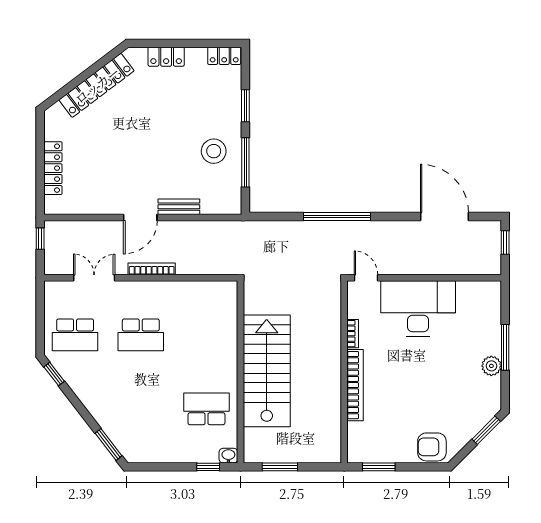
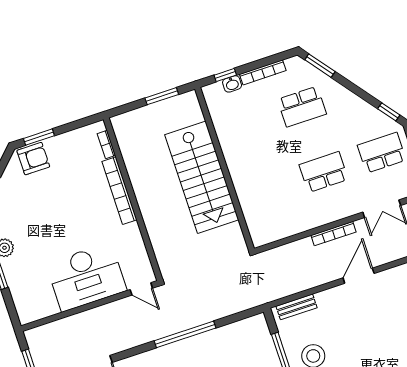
bench: (179, 207) -> (297, 307), moved
bookcase: (353, 334) -> (106, 144), moved
school desk: (206, 409) -> (302, 107), moved
washbasin: (228, 456) -> (232, 84), moved
bookcase: (169, 457) -> (263, 72), added
window: (379, 467) -> (39, 137), moved

